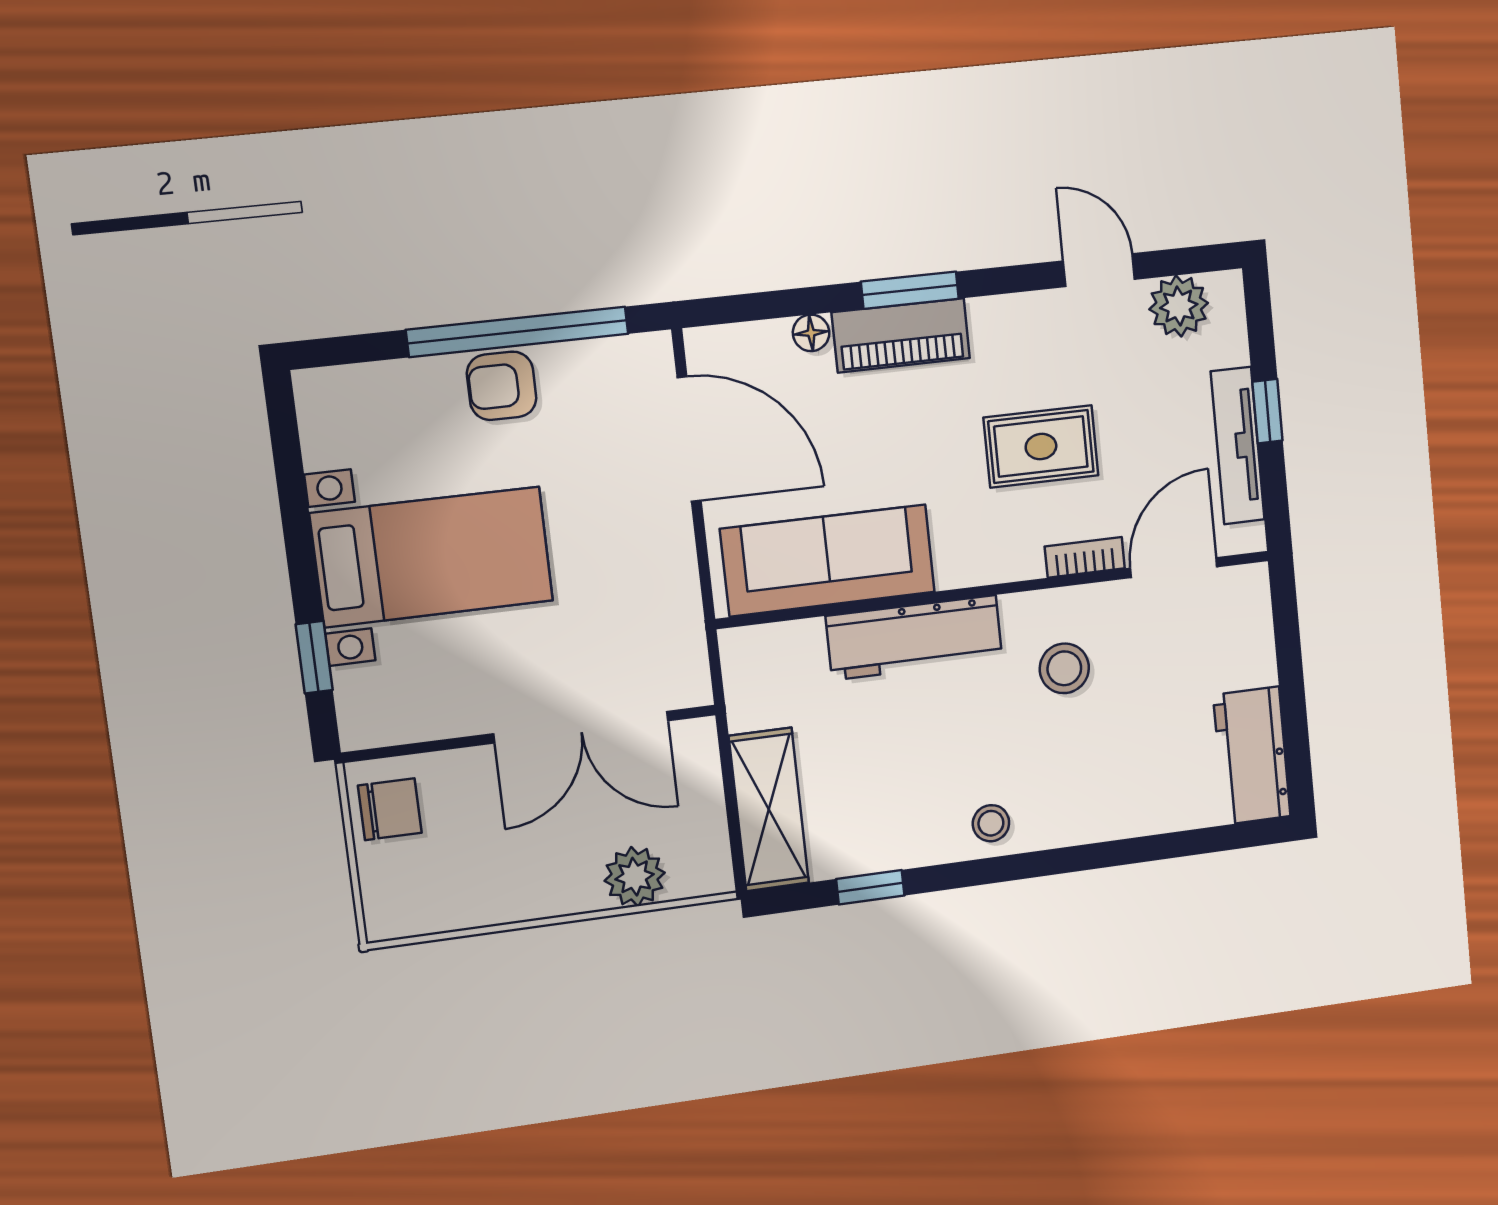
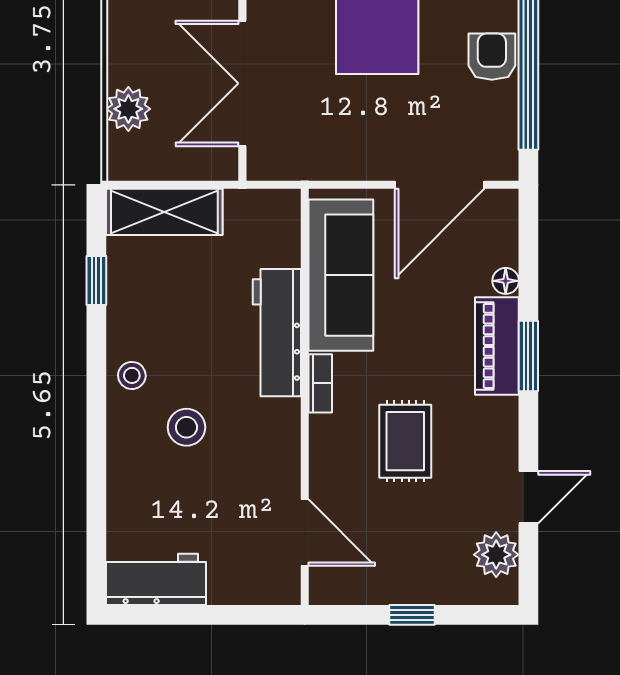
tv unit: (1238, 446) -> (389, 590), removed
bookcase: (1085, 557) -> (320, 383), moved
stool: (1064, 668) -> (186, 427), moved

